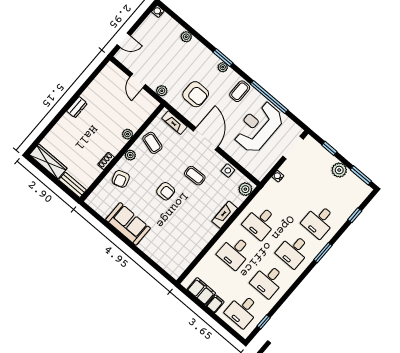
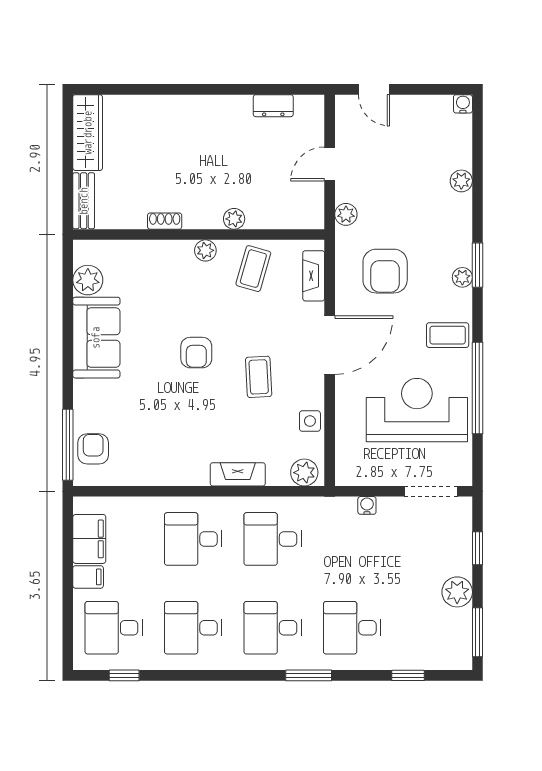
dresser: (77, 107) -> (273, 106), moved
armchair: (121, 179) -> (93, 449), moved, turned 107
plant: (104, 209) -> (88, 280), added
window: (159, 269) -> (68, 445), added

